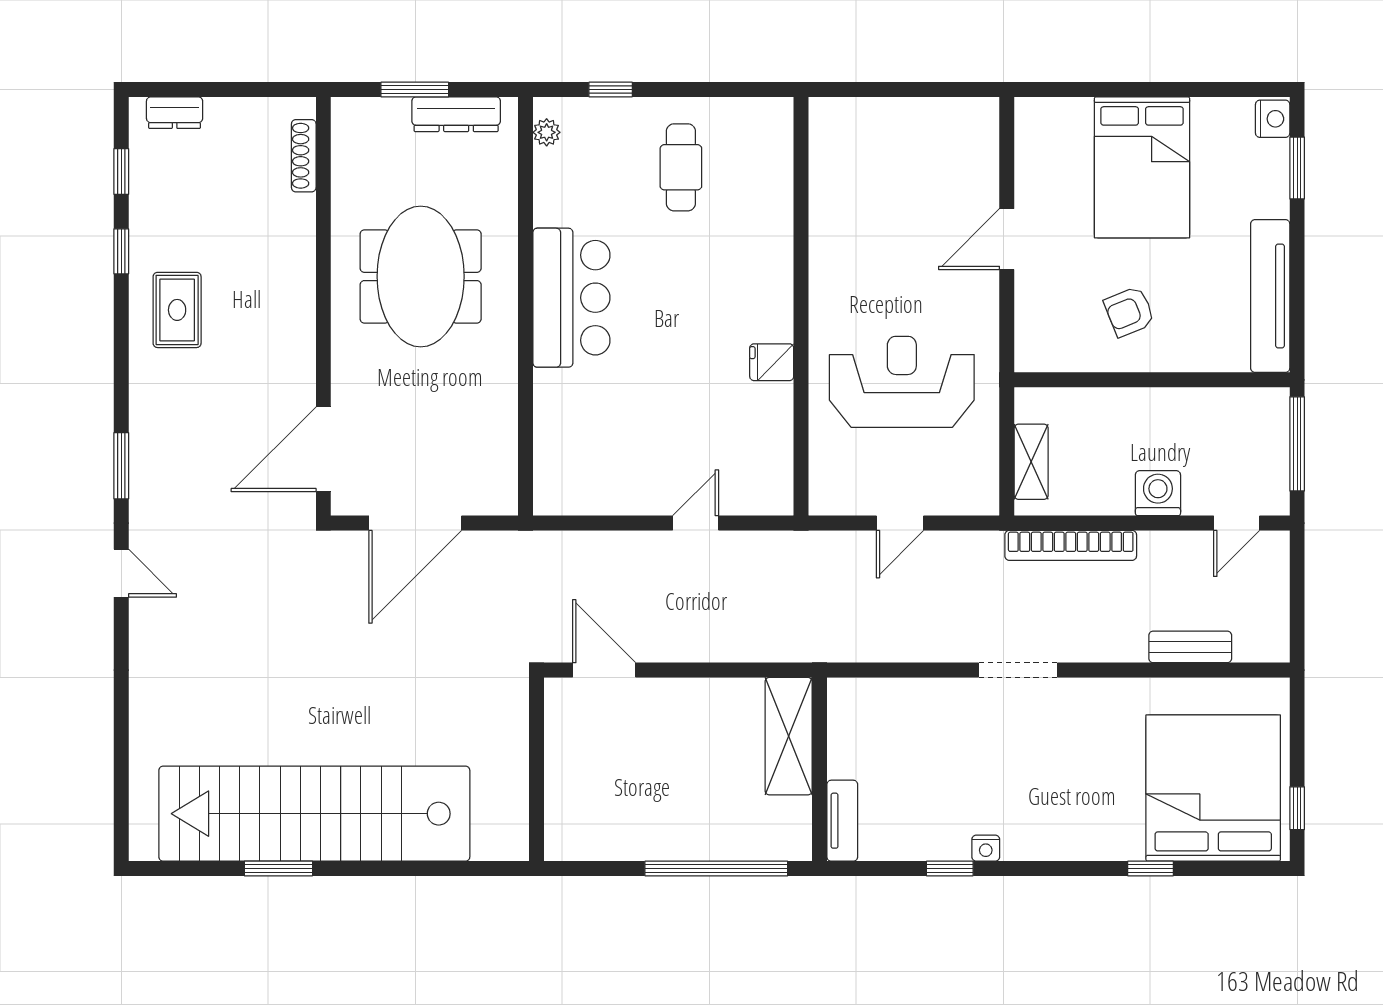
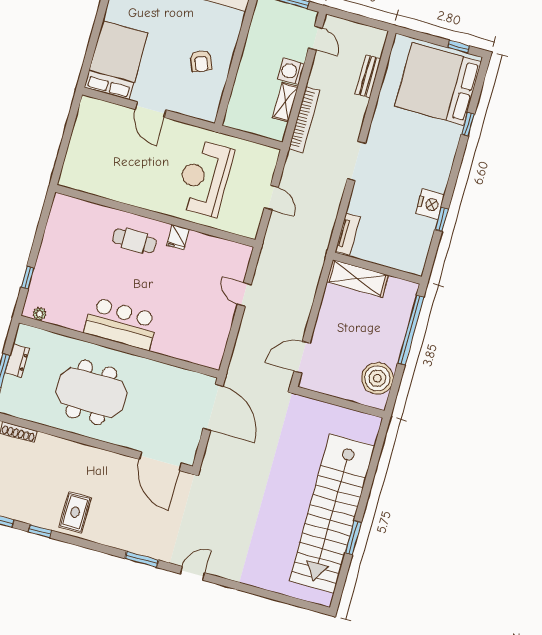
dresser: (456, 114) -> (17, 361), width x0.70
cafe table: (681, 167) -> (134, 241), moved
bed: (1142, 167) -> (116, 60), moved, turned -90
rug: (177, 310) -> (75, 512), turned 90
shelving: (1031, 462) -> (285, 102), moved, turned 90
door: (415, 523) -> (213, 407), moved
tv unit: (842, 821) -> (348, 234), moved, turned 90
boiler: (604, 829) -> (377, 378), added
nightstand: (986, 848) -> (430, 204), width x1.89, depth x1.79

